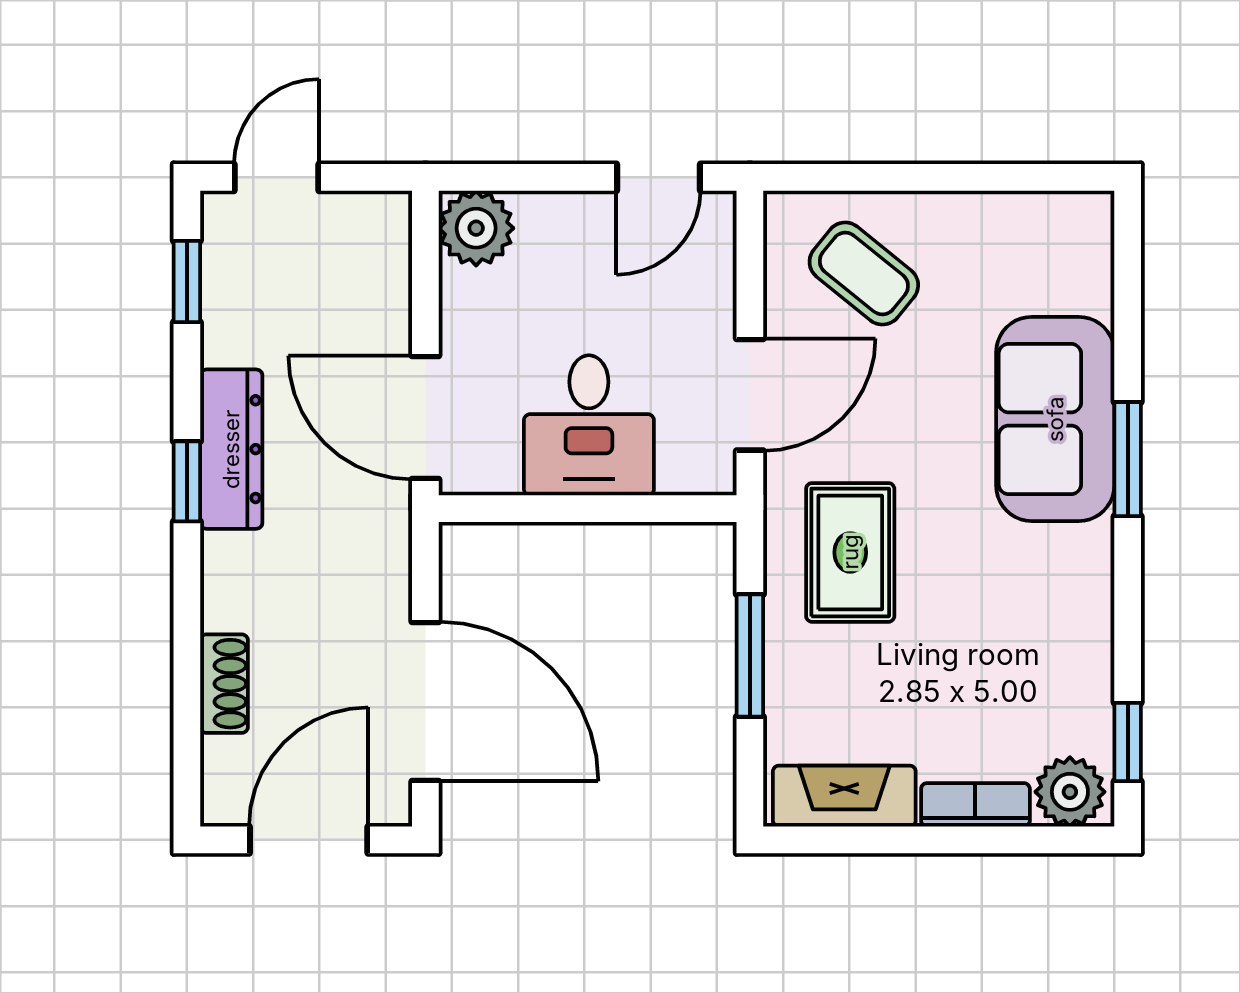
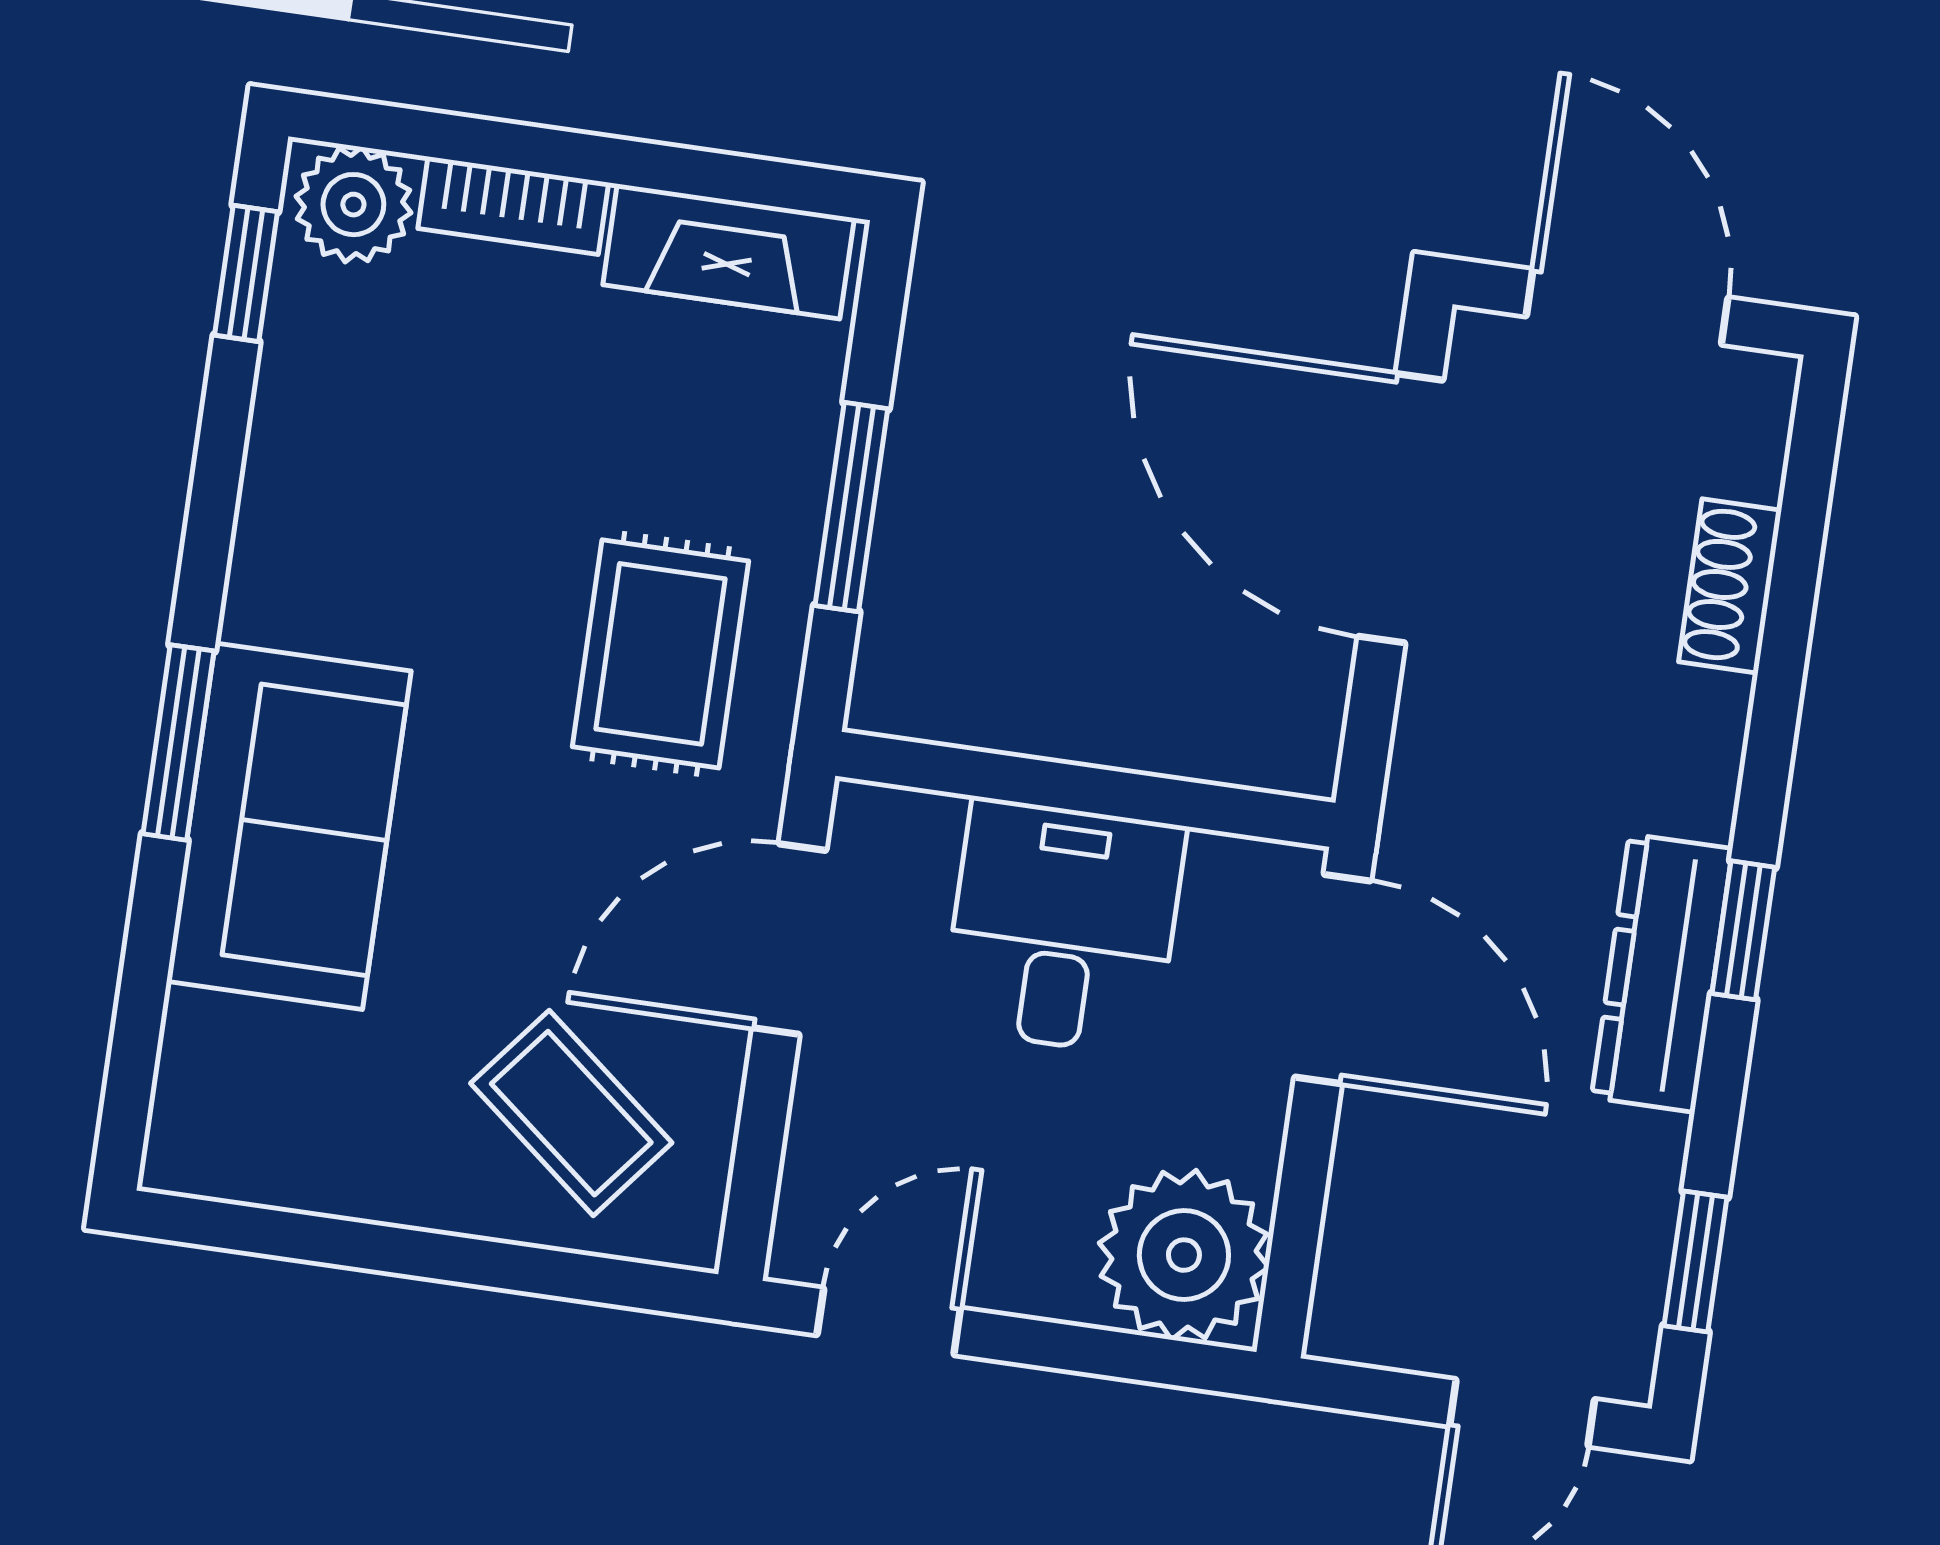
plant: (476, 228) -> (1184, 1255), width x1.36, depth x1.36
door: (309, 840) -> (1627, 307), swing flipped

